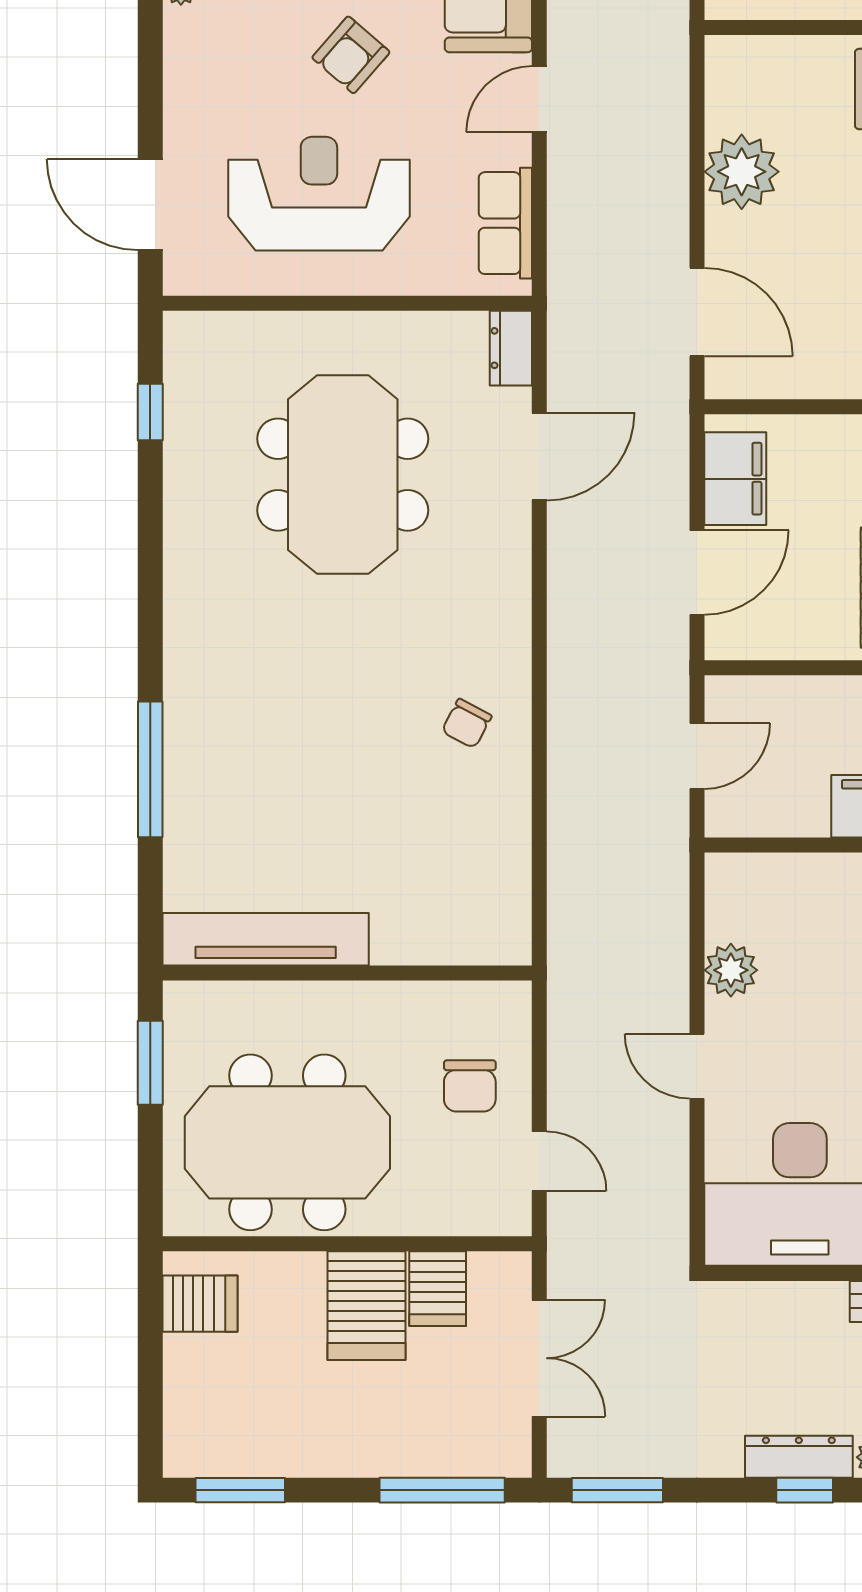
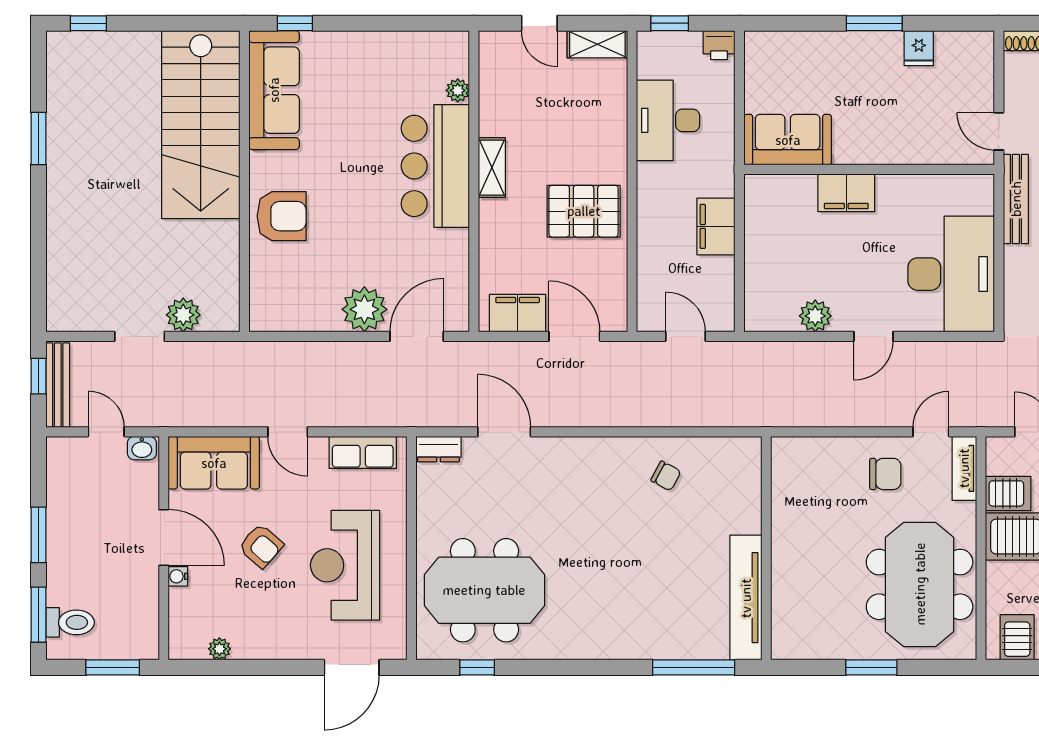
plant: (742, 172) -> (364, 309), moved
meeting table: (343, 475) -> (484, 590), moved
tv unit: (266, 939) -> (746, 598), moved
wall: (347, 973) -> (766, 548), moved
tv unit: (479, 1216) -> (964, 468), added

